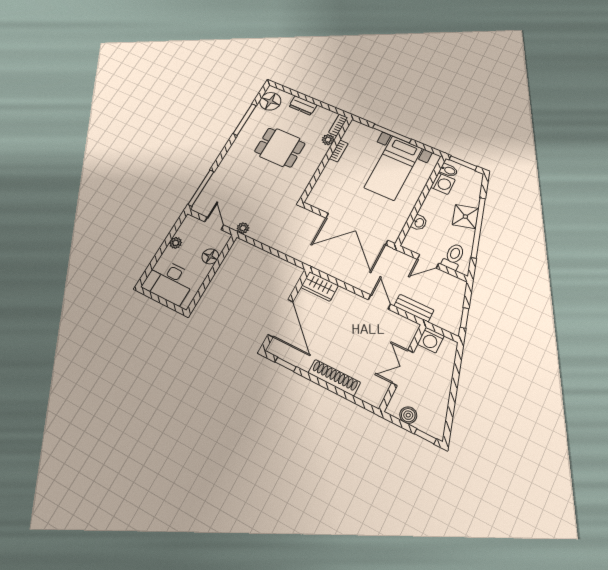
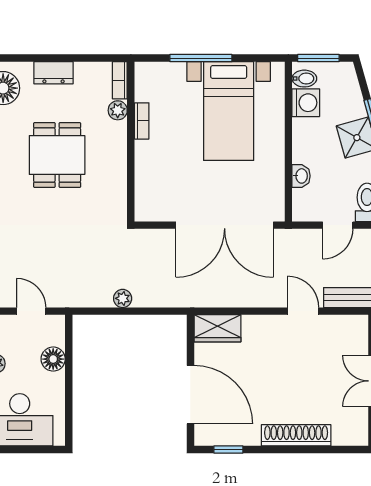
dining table: (280, 148) -> (57, 155), turned 90
plant: (243, 228) -> (123, 298), moved

